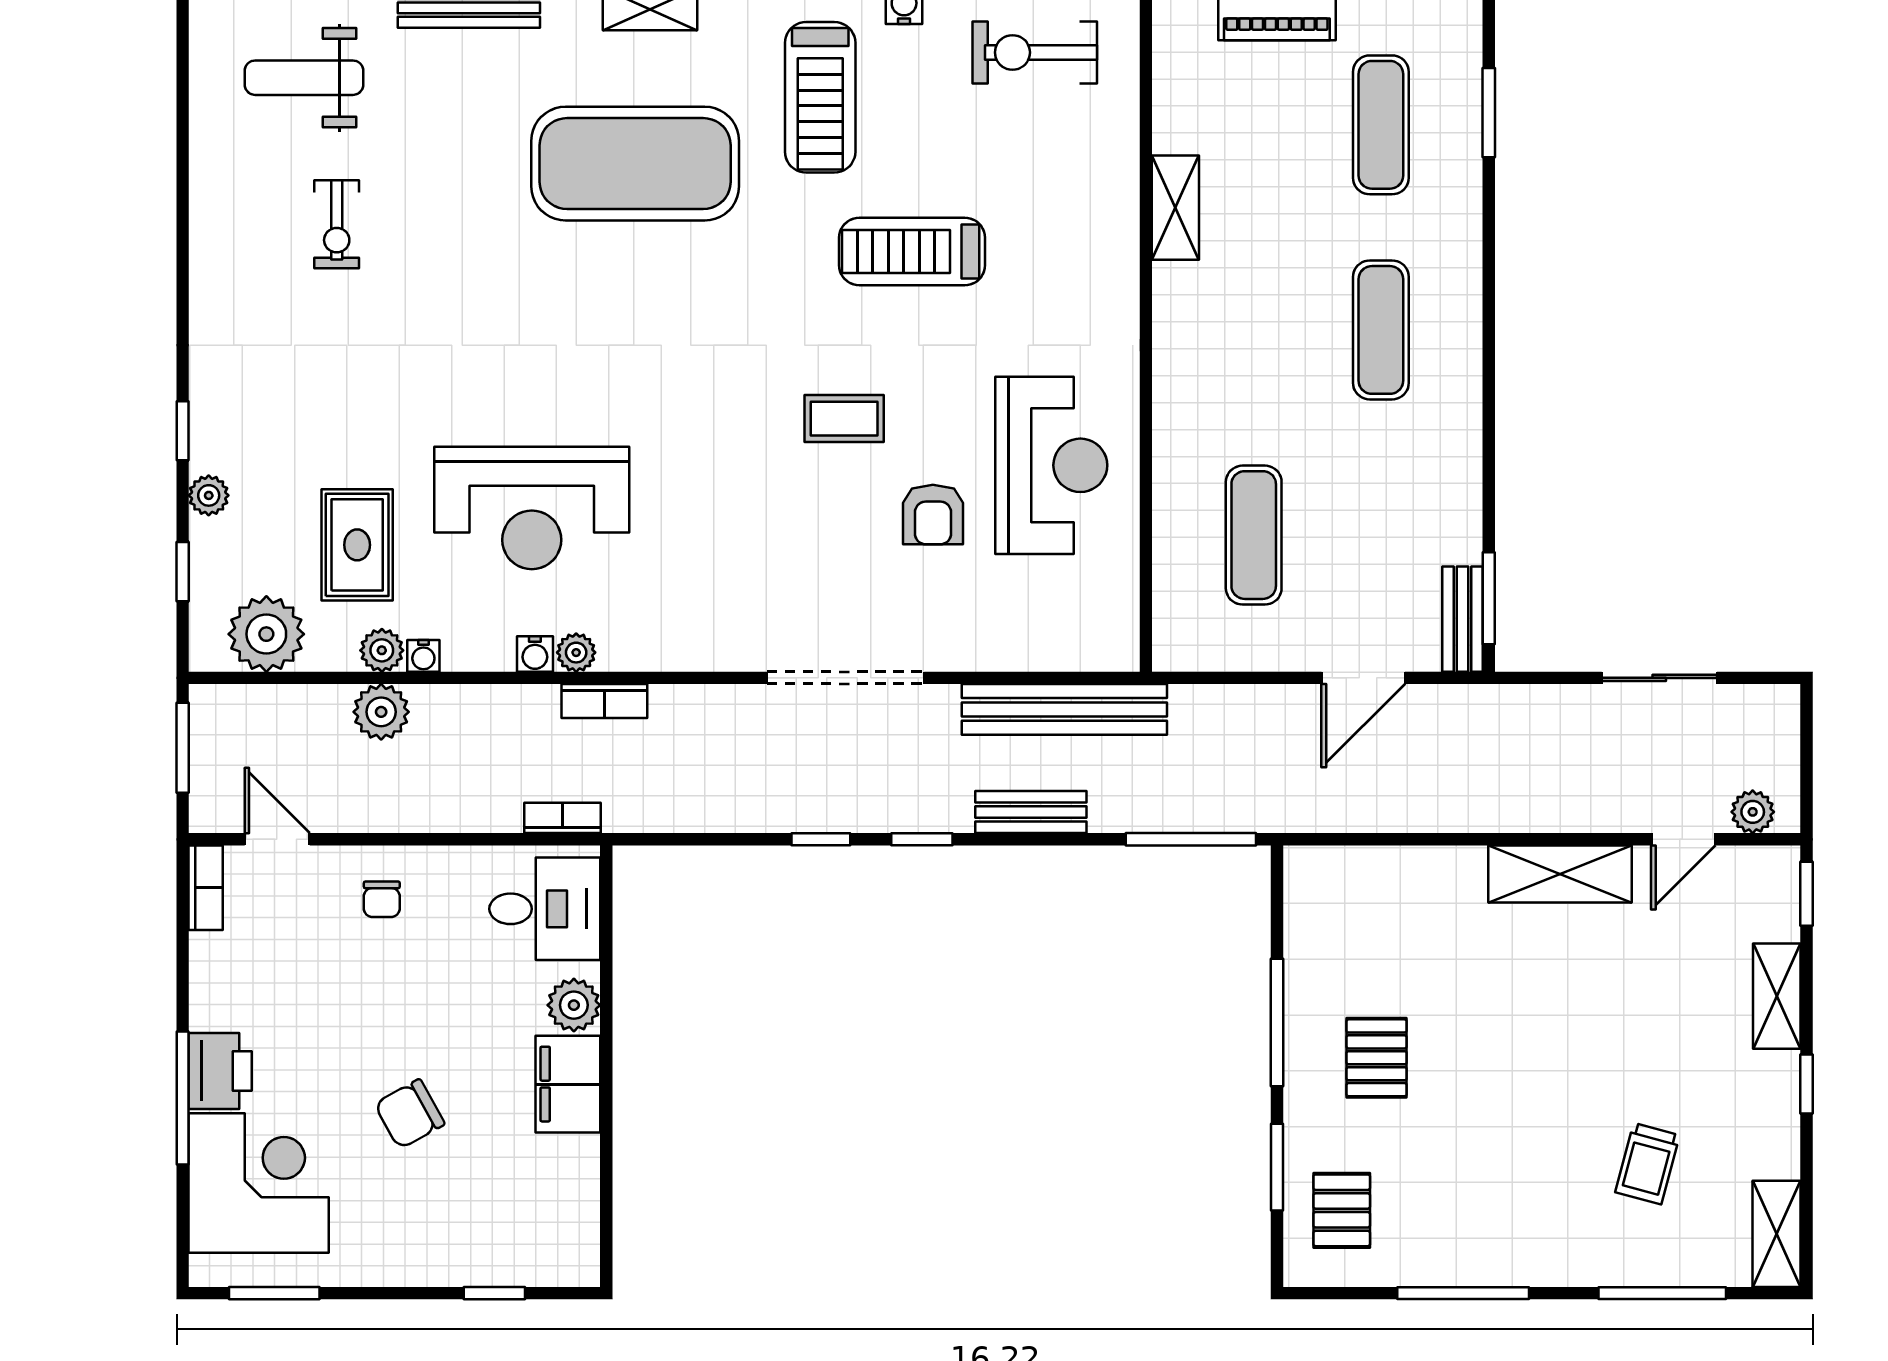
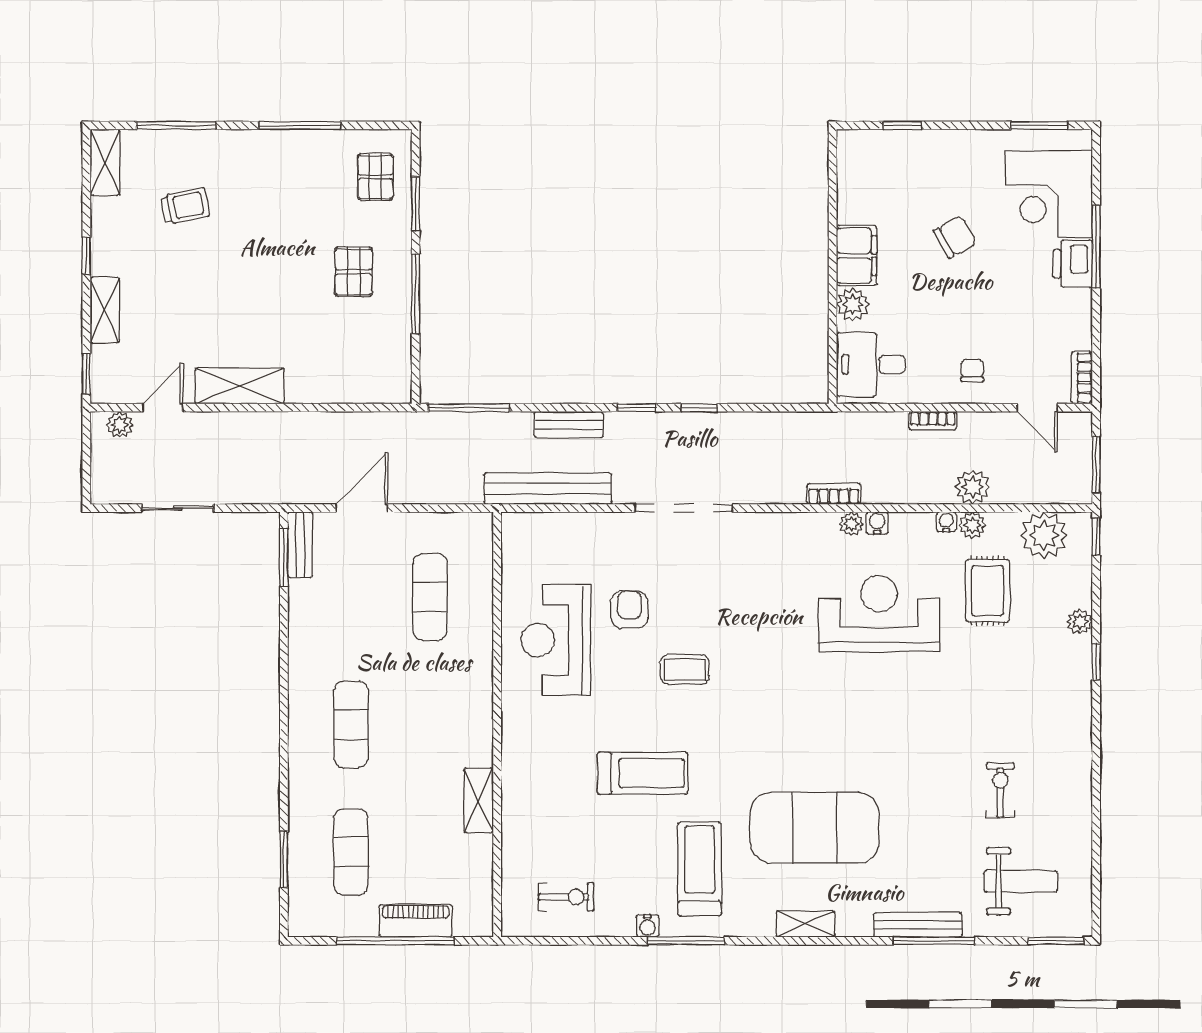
exercise bike: (1035, 52) -> (566, 897), width x0.73, depth x0.72
window: (183, 572) -> (1096, 537), moved
bookcase: (562, 818) -> (933, 421), moved
trolley: (1647, 1164) -> (185, 206), turned 64

